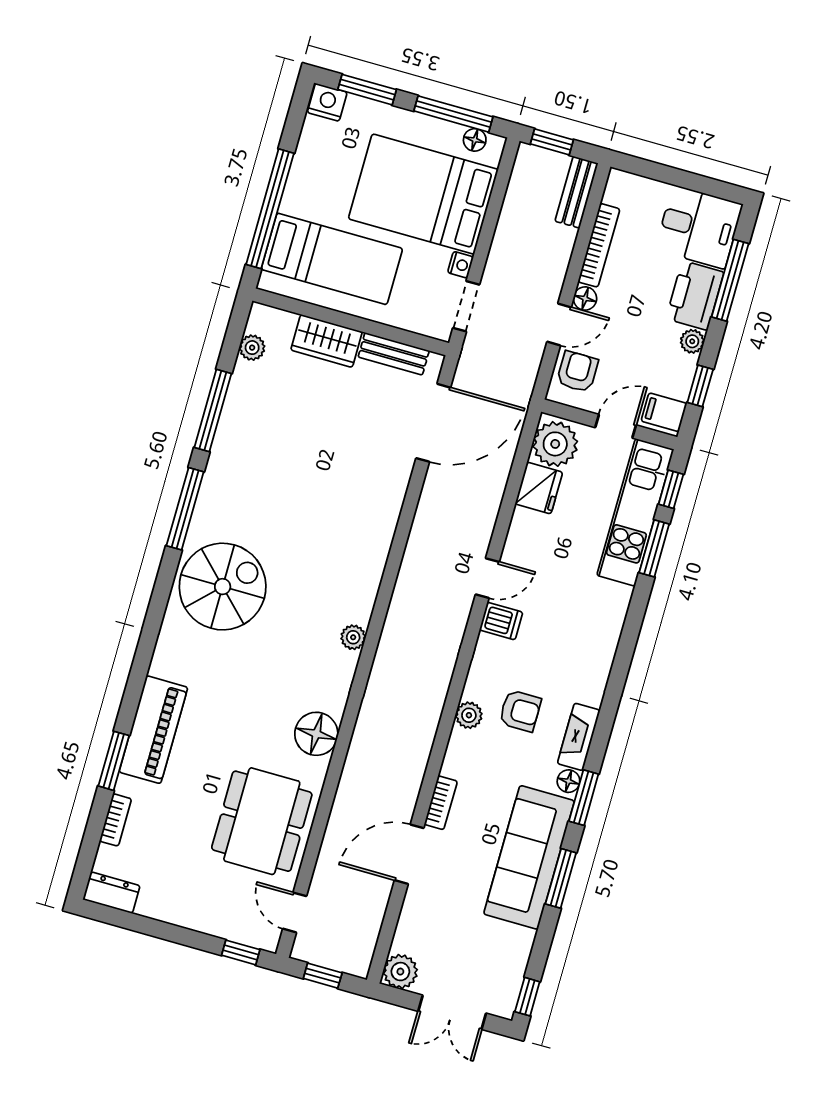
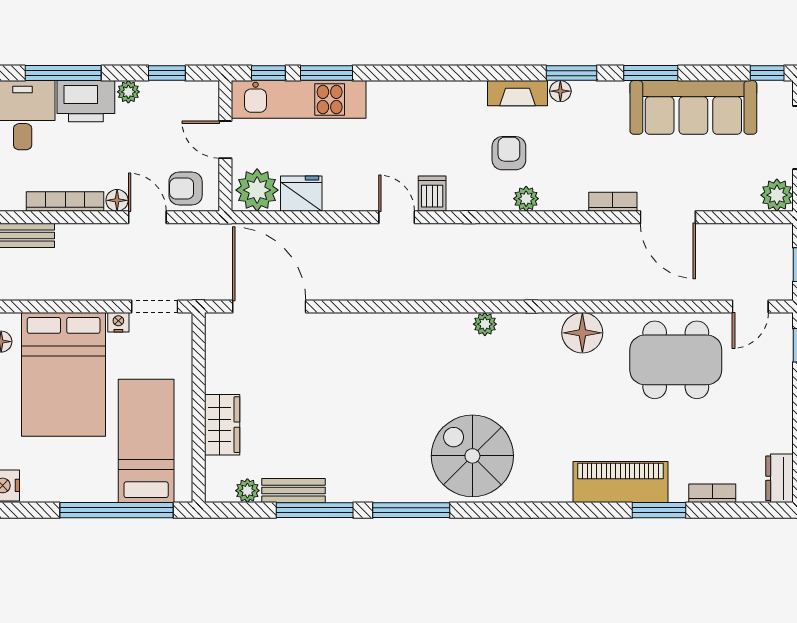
bench: (394, 354) -> (294, 491), moved, turned 90
filing cabinet: (664, 412) -> (200, 99), removed
sofa: (529, 857) -> (693, 107), moved

